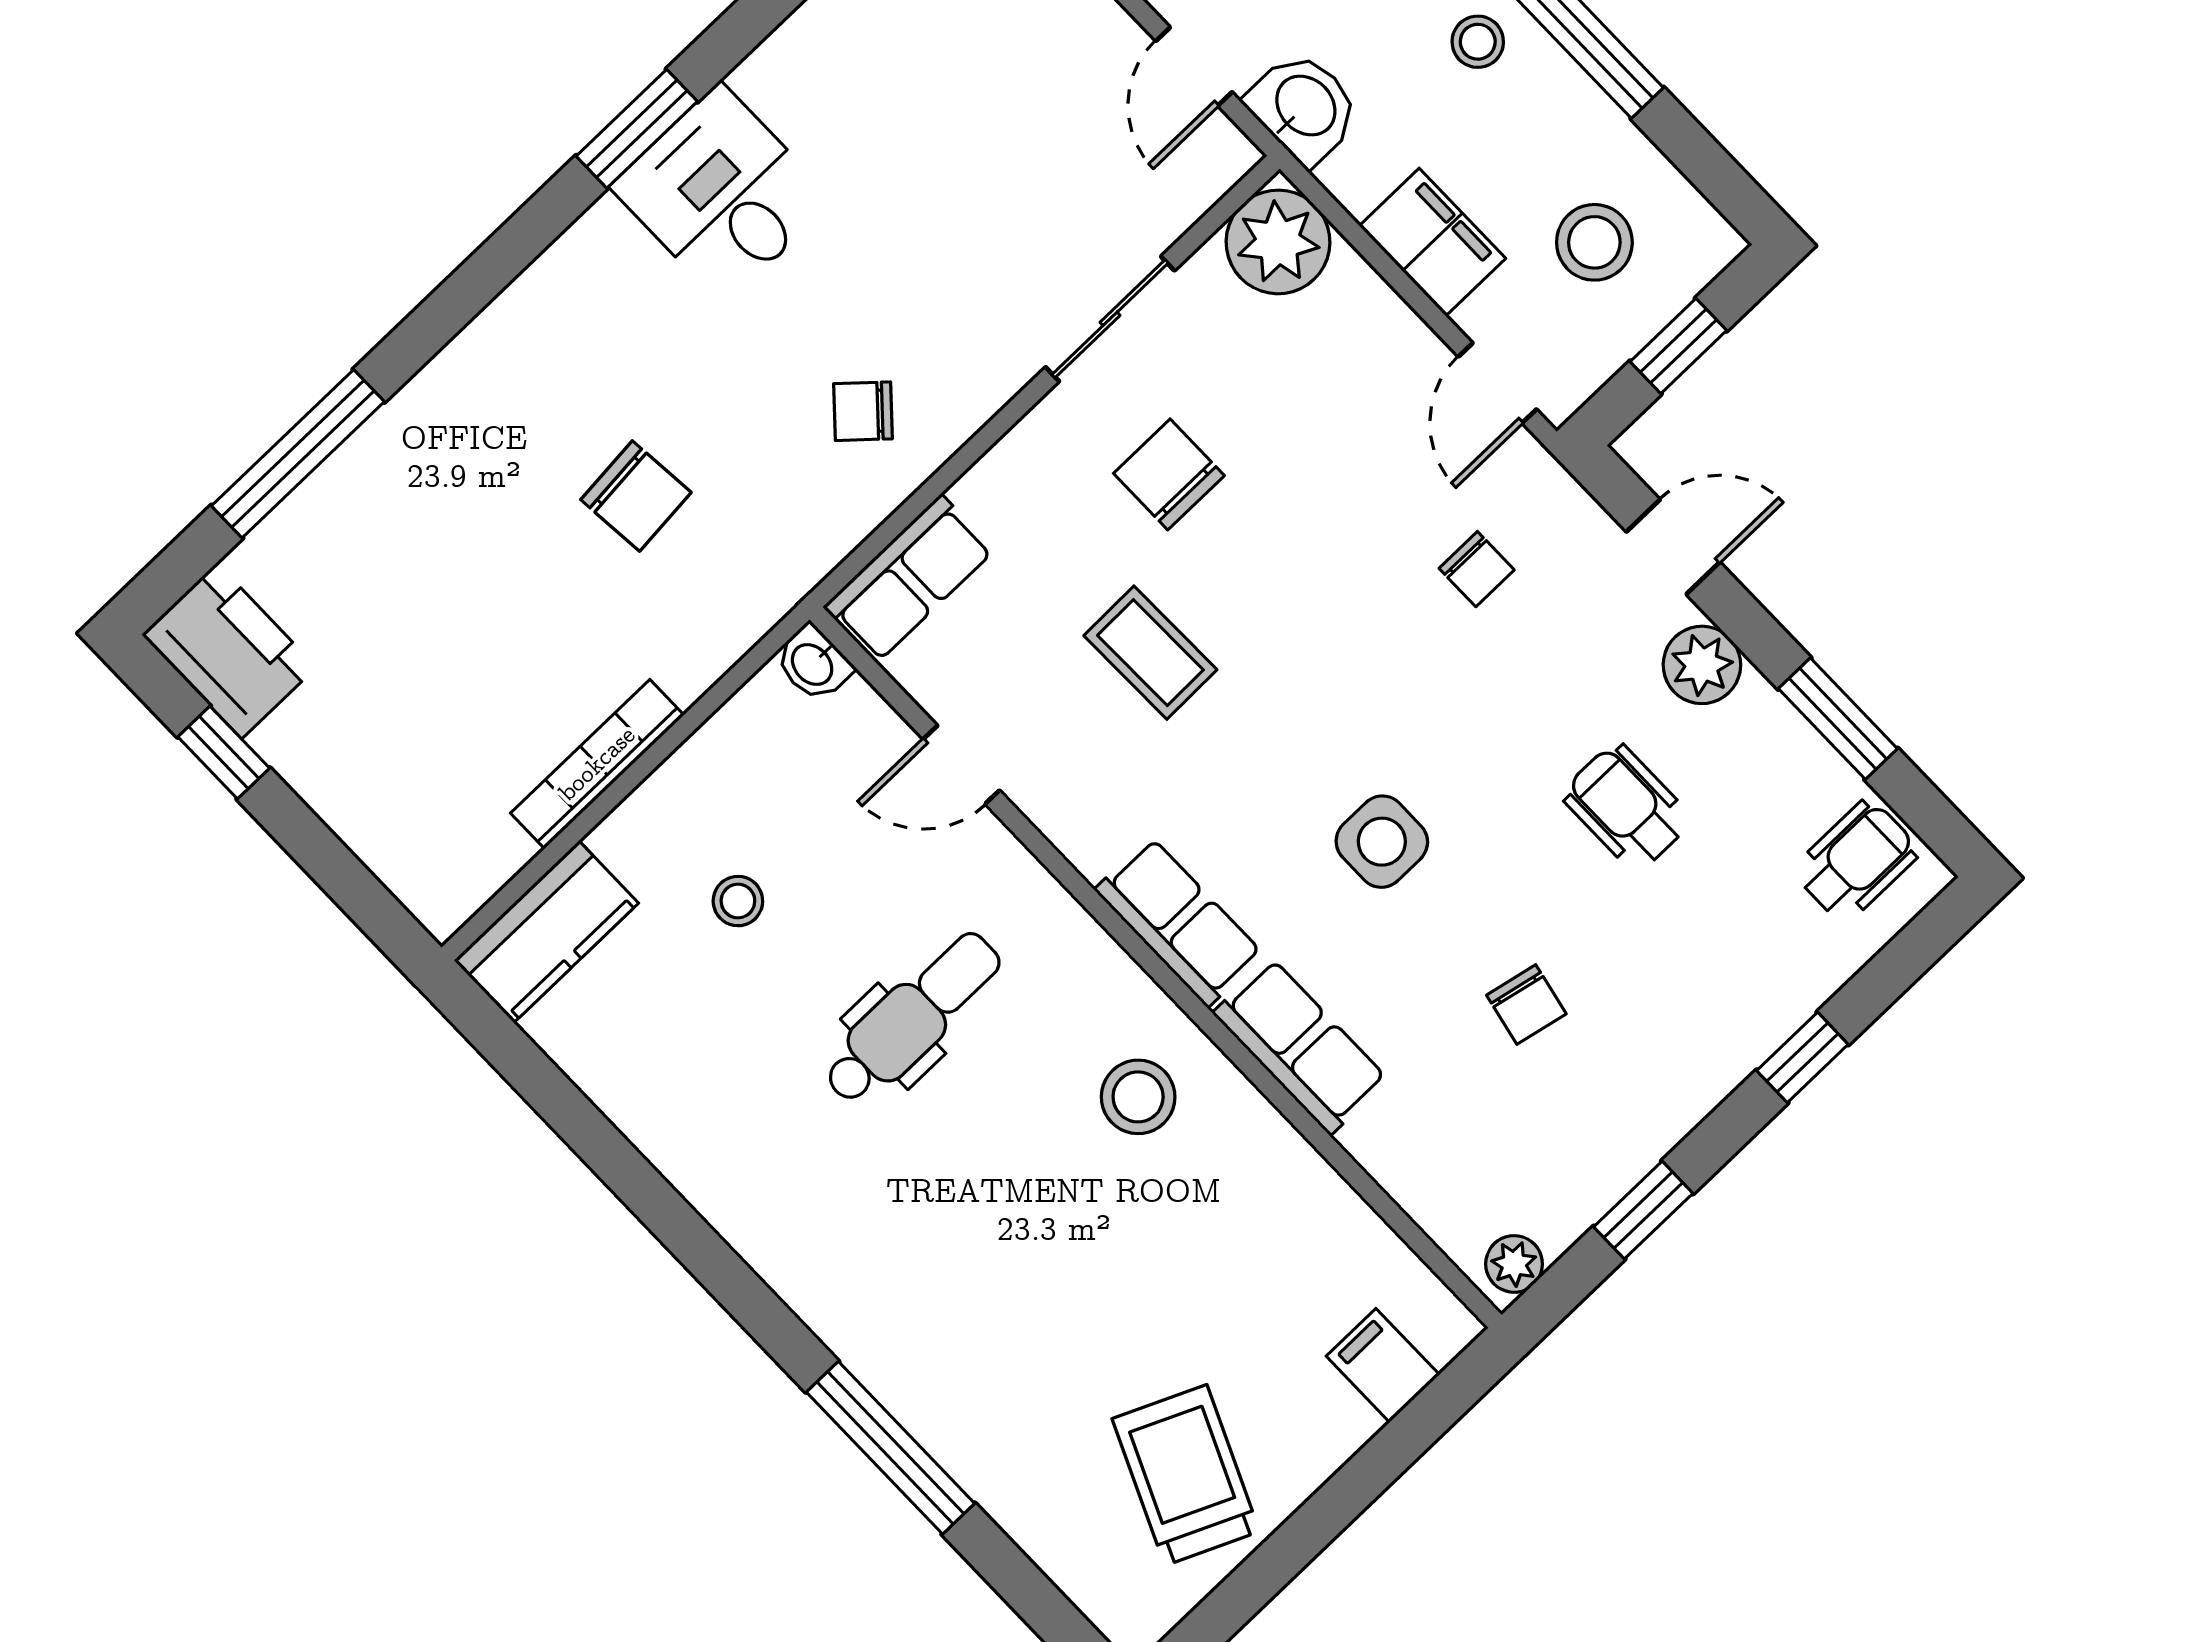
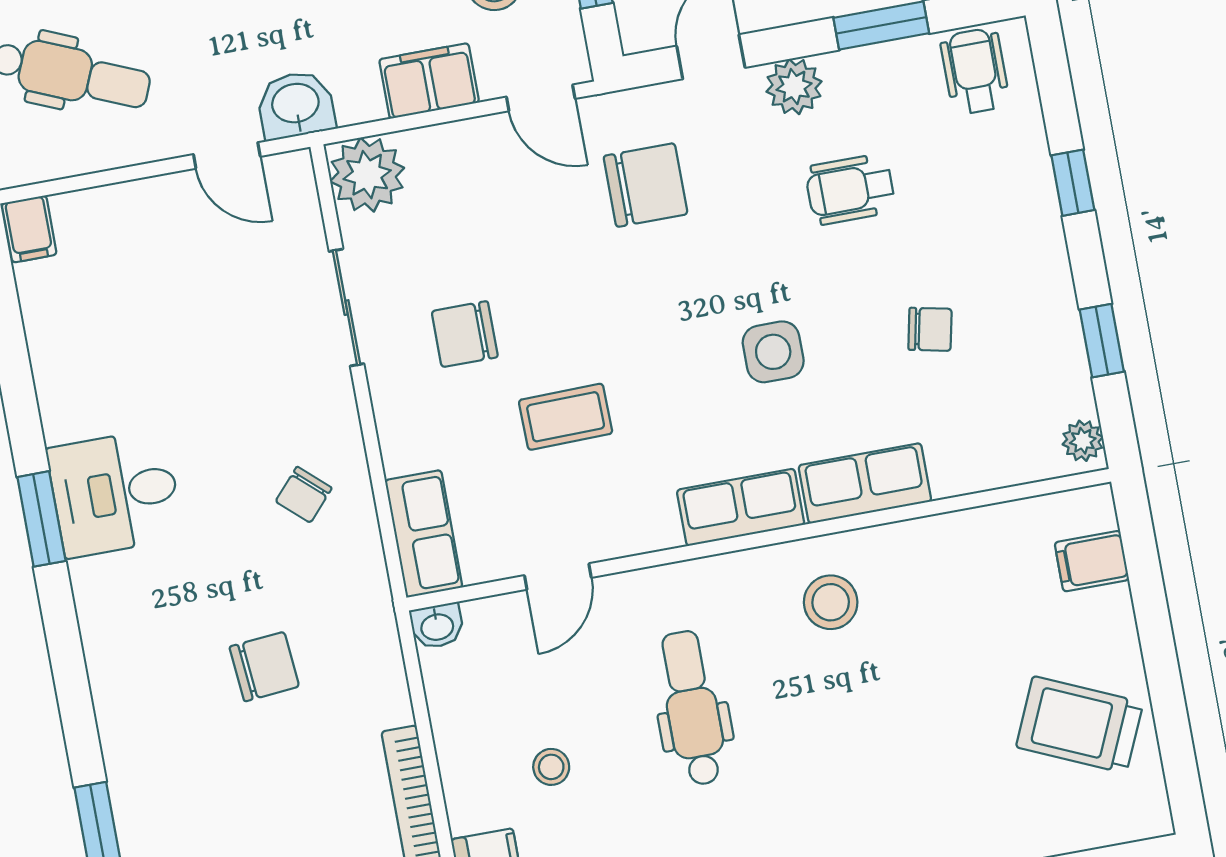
chair: (1477, 569) -> (646, 185), width x1.87, depth x1.87

